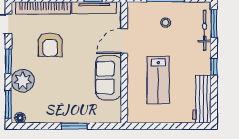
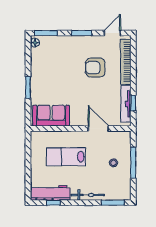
bicycle: (205, 30) -> (88, 195), moved
window: (214, 67) -> (53, 203), moved
sofa: (108, 78) -> (51, 116), moved
plant: (23, 81) -> (65, 45), removed

